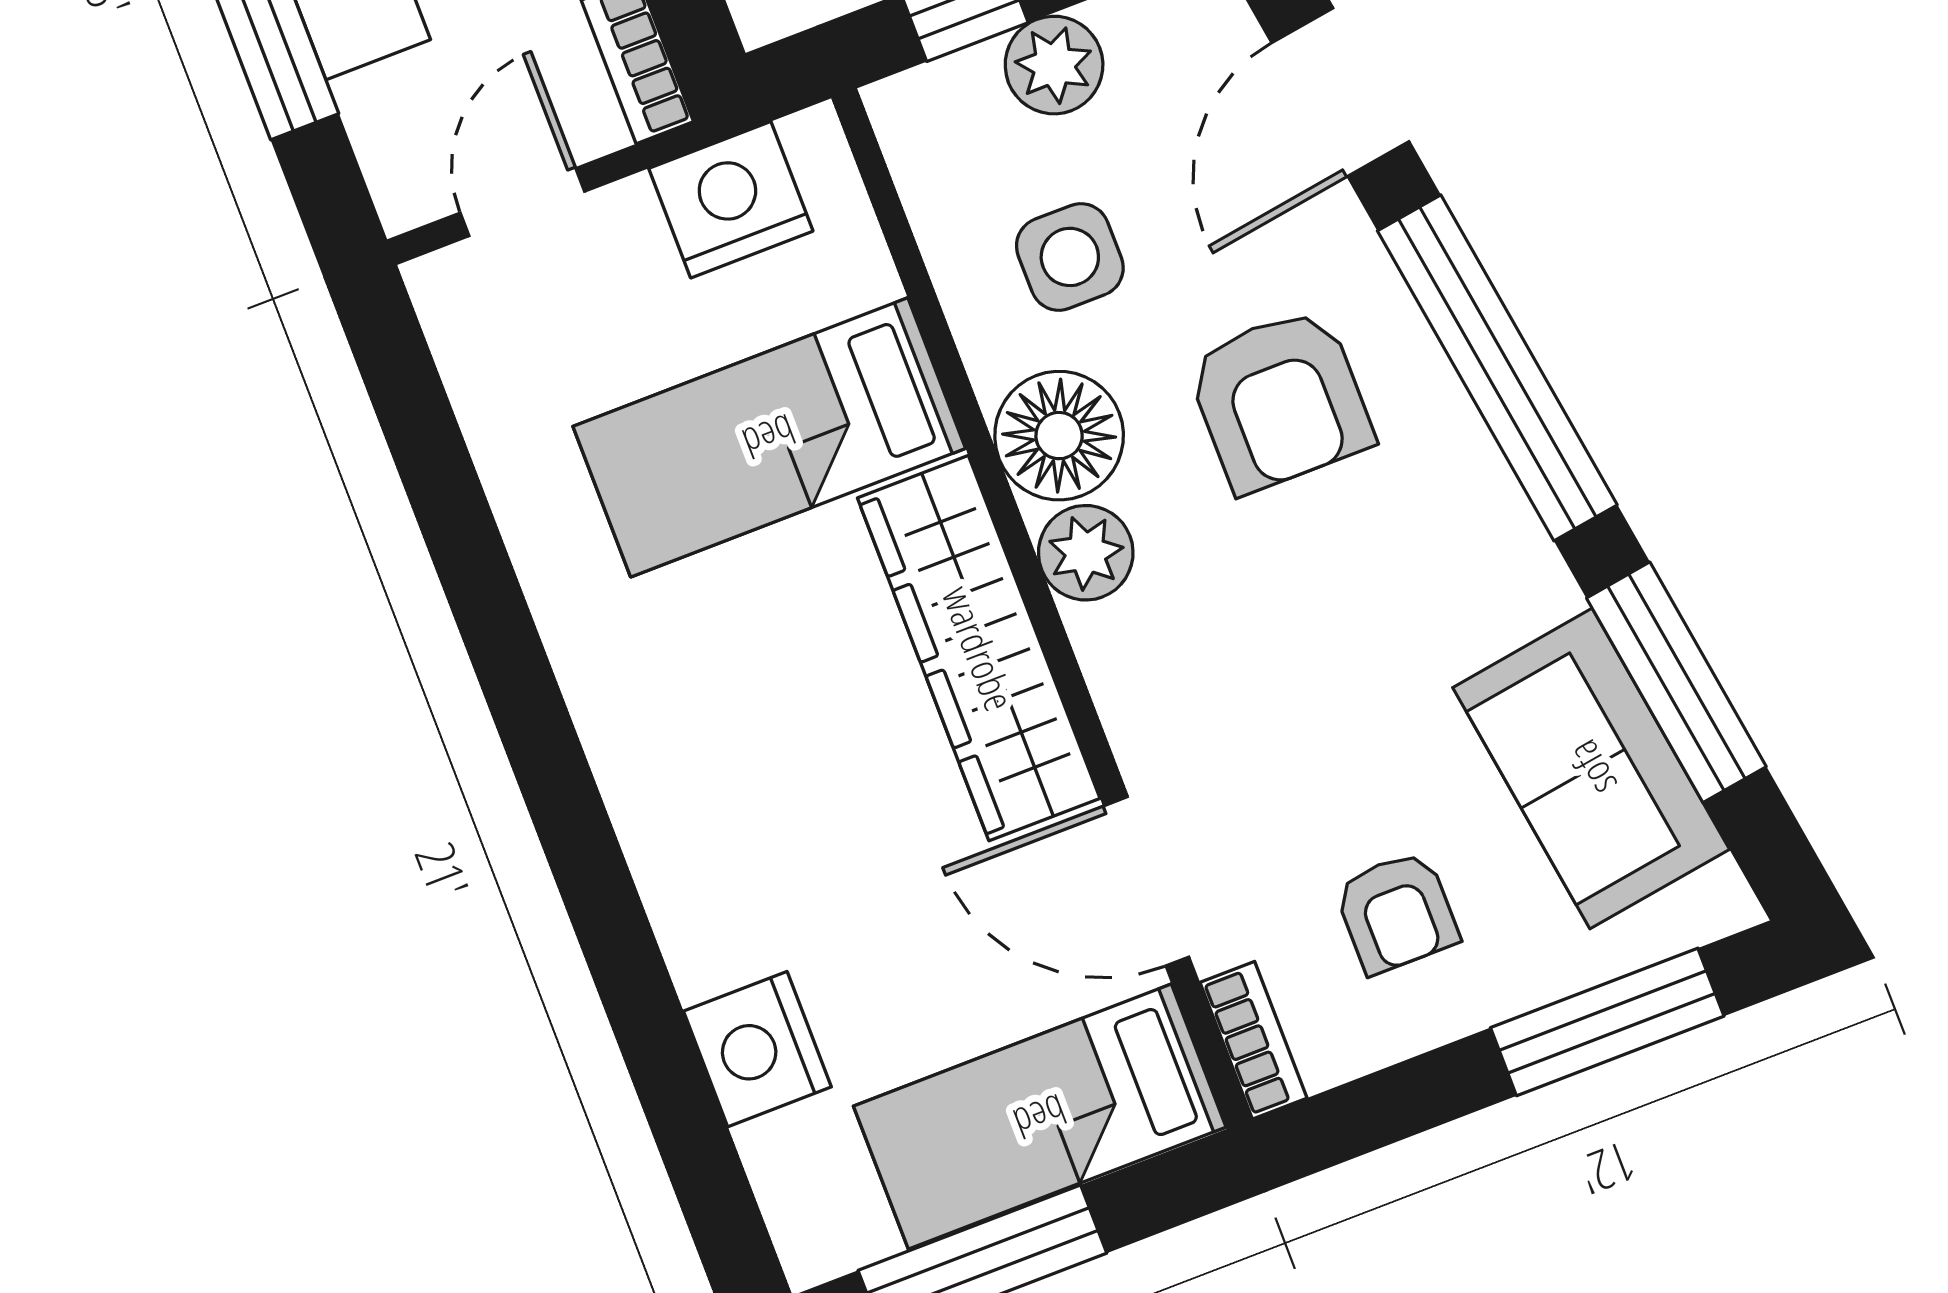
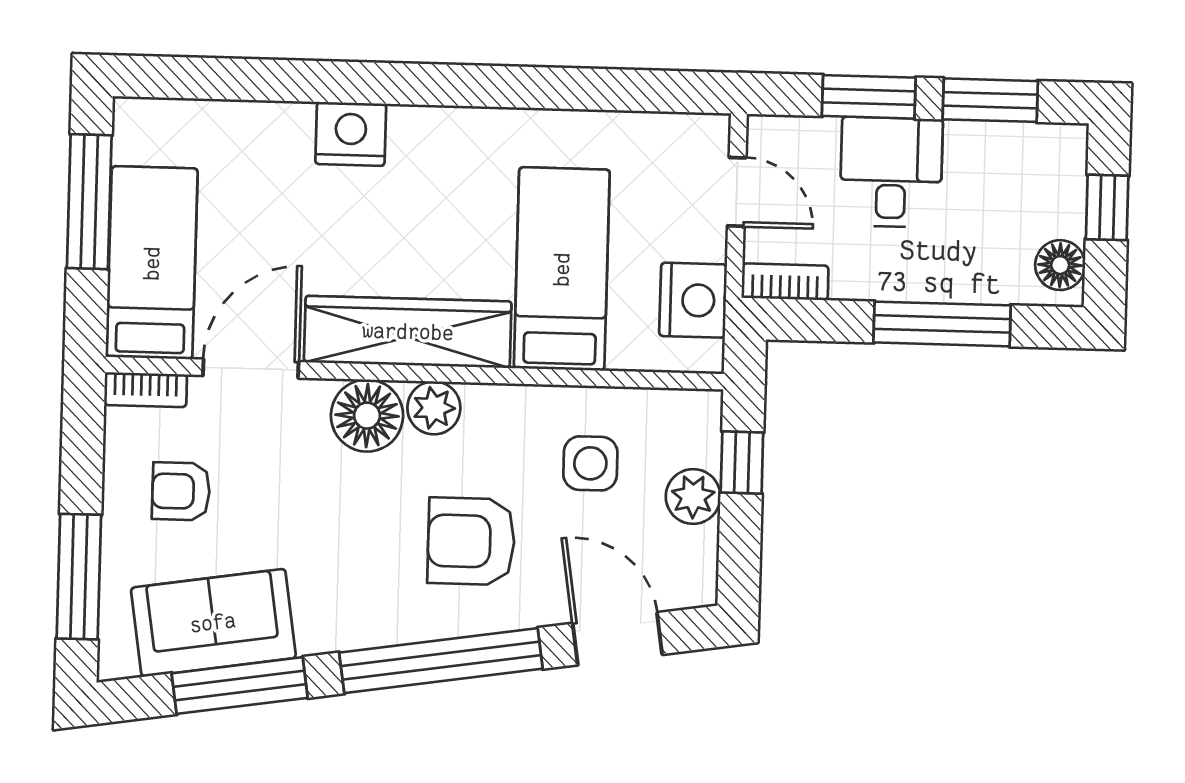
floor lamp: (1059, 436) -> (367, 416), moved
nightstand: (757, 1049) -> (351, 134), moved

